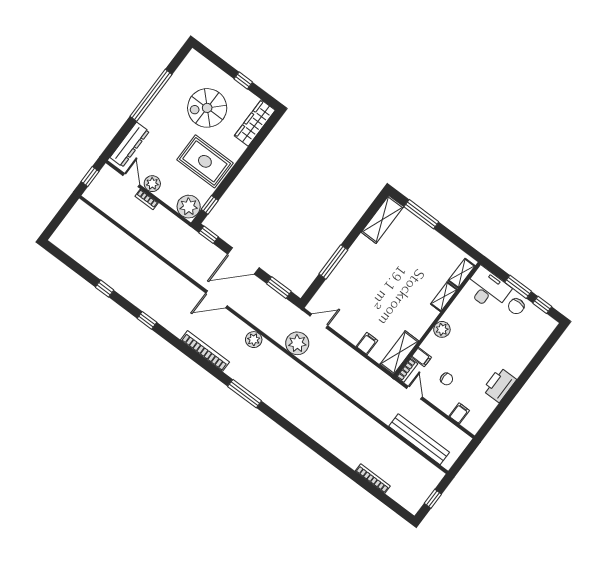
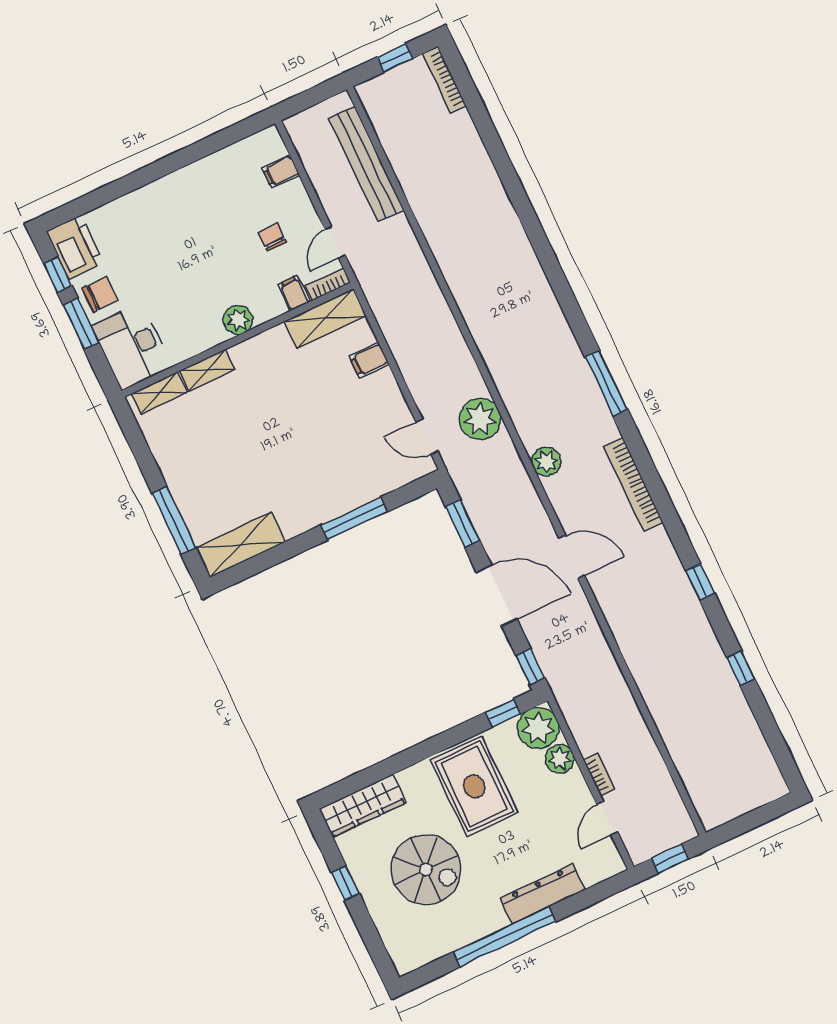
dresser: (130, 145) -> (542, 894), moved
plant: (152, 184) -> (560, 759), moved
printer: (499, 385) -> (75, 247), moved, turned -90
bookcase: (373, 478) -> (445, 80), moved

